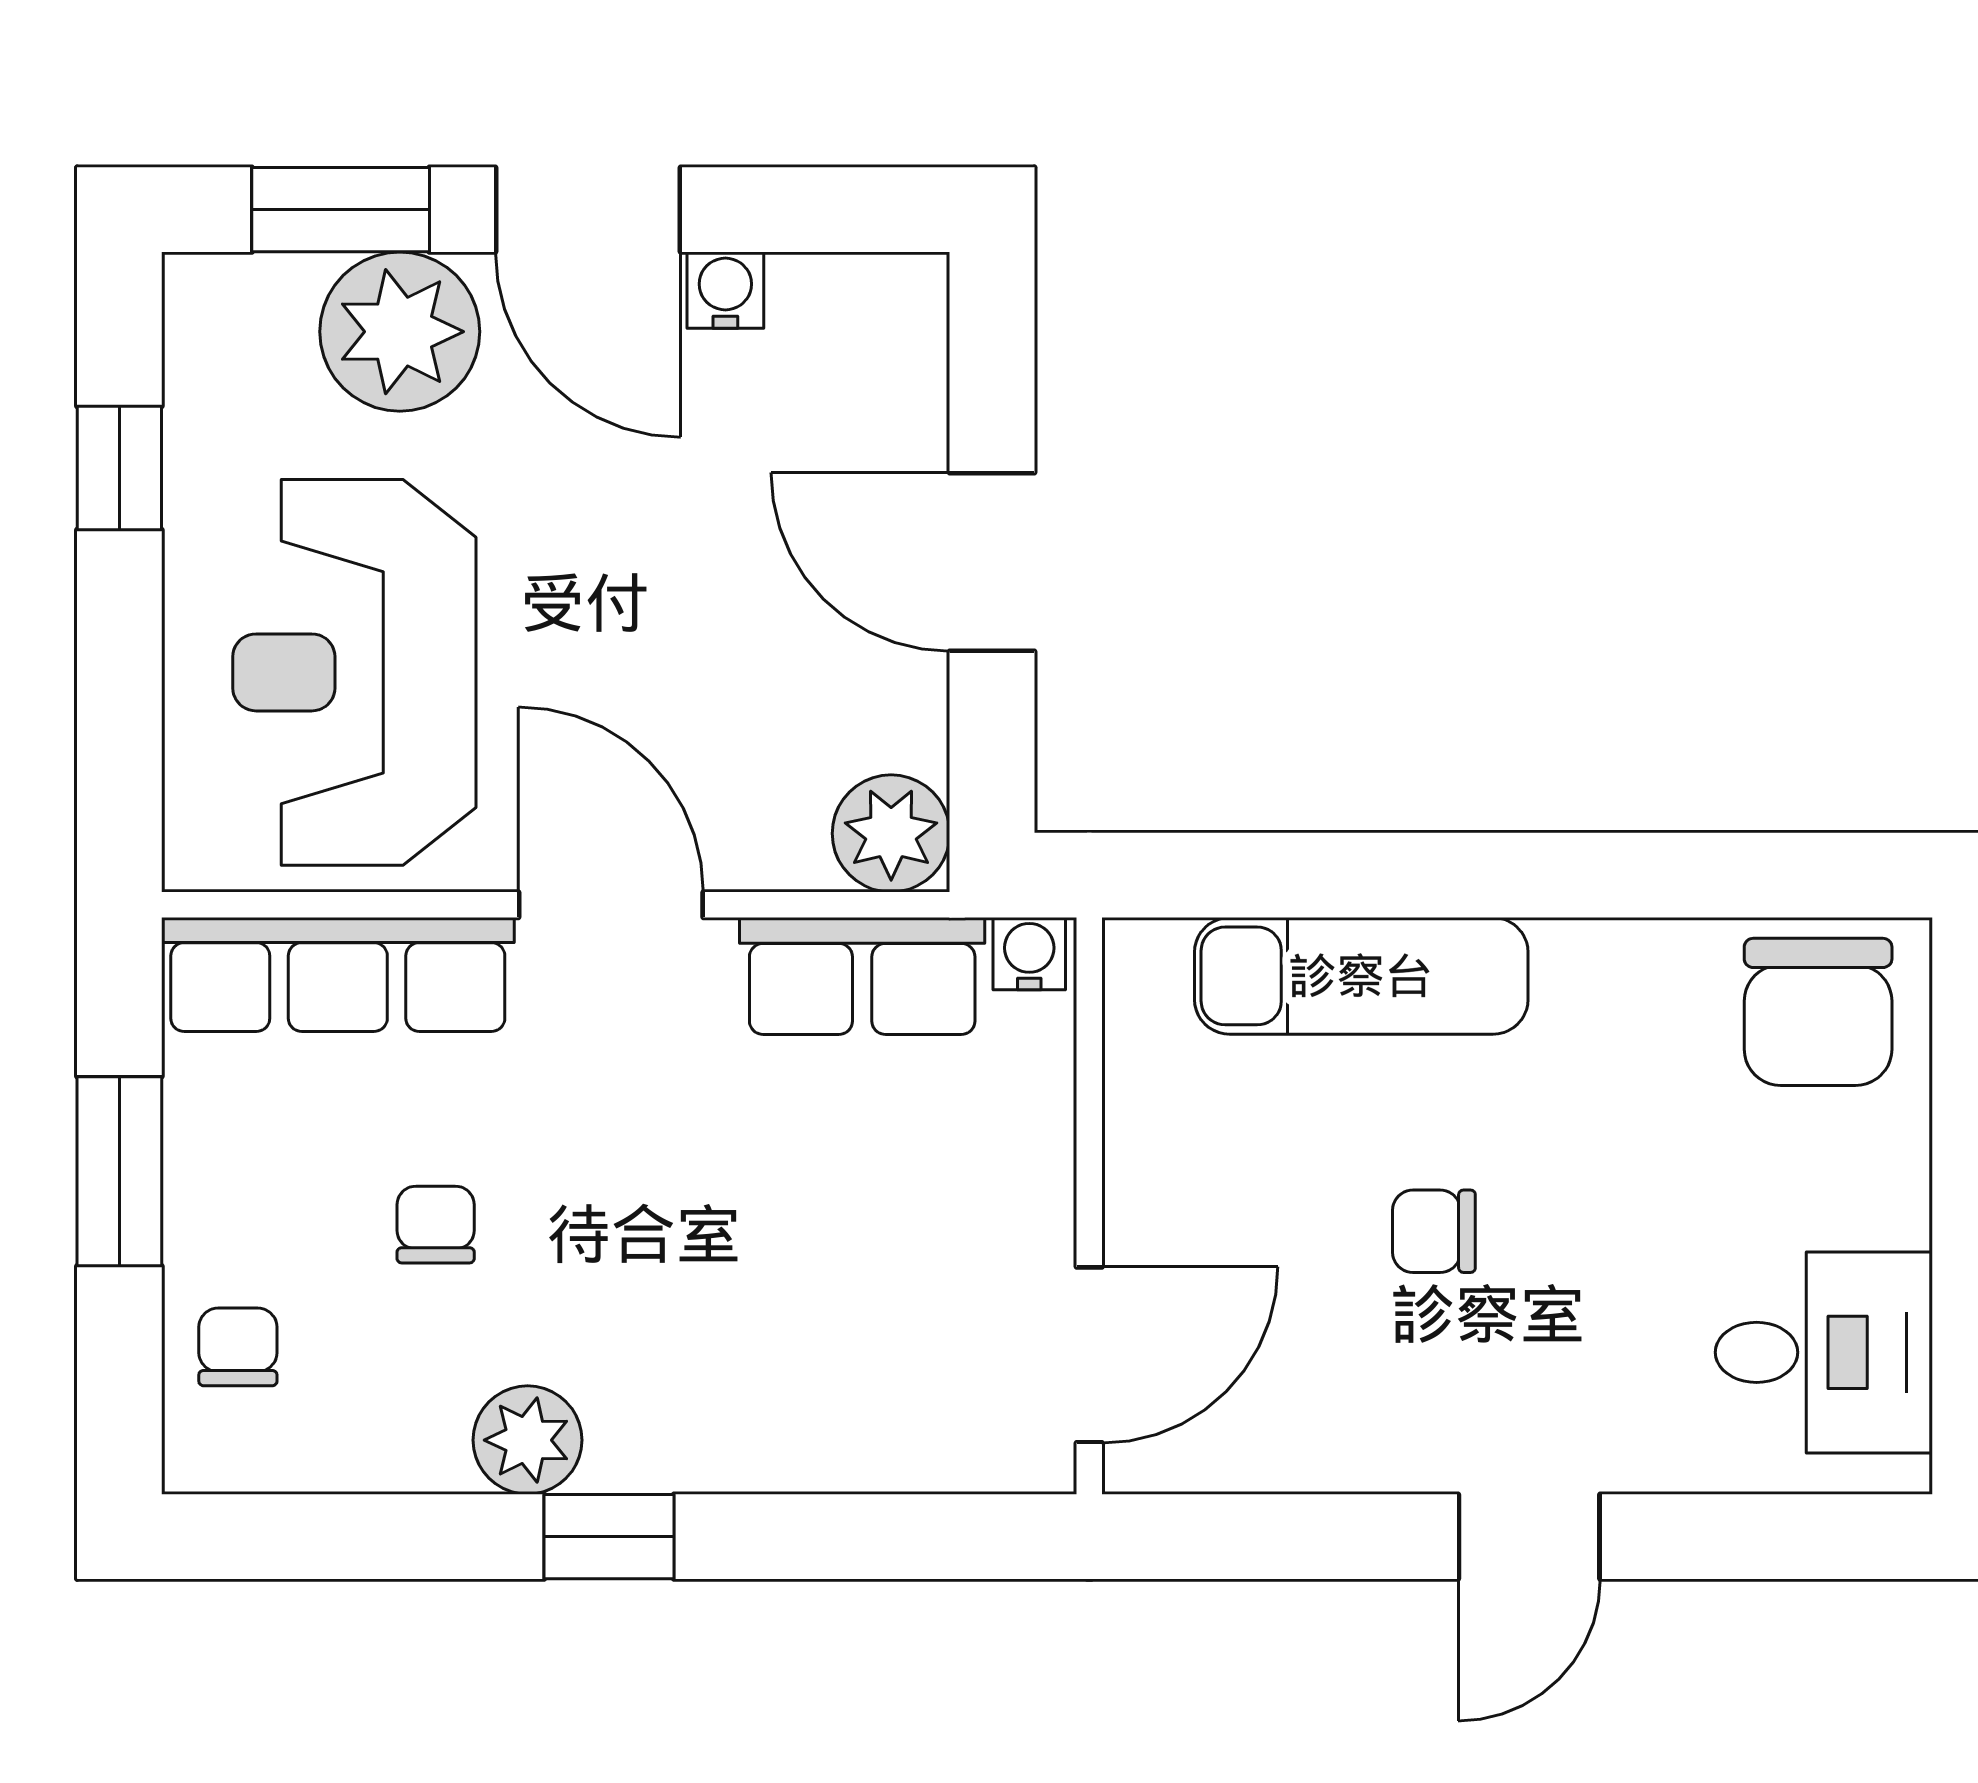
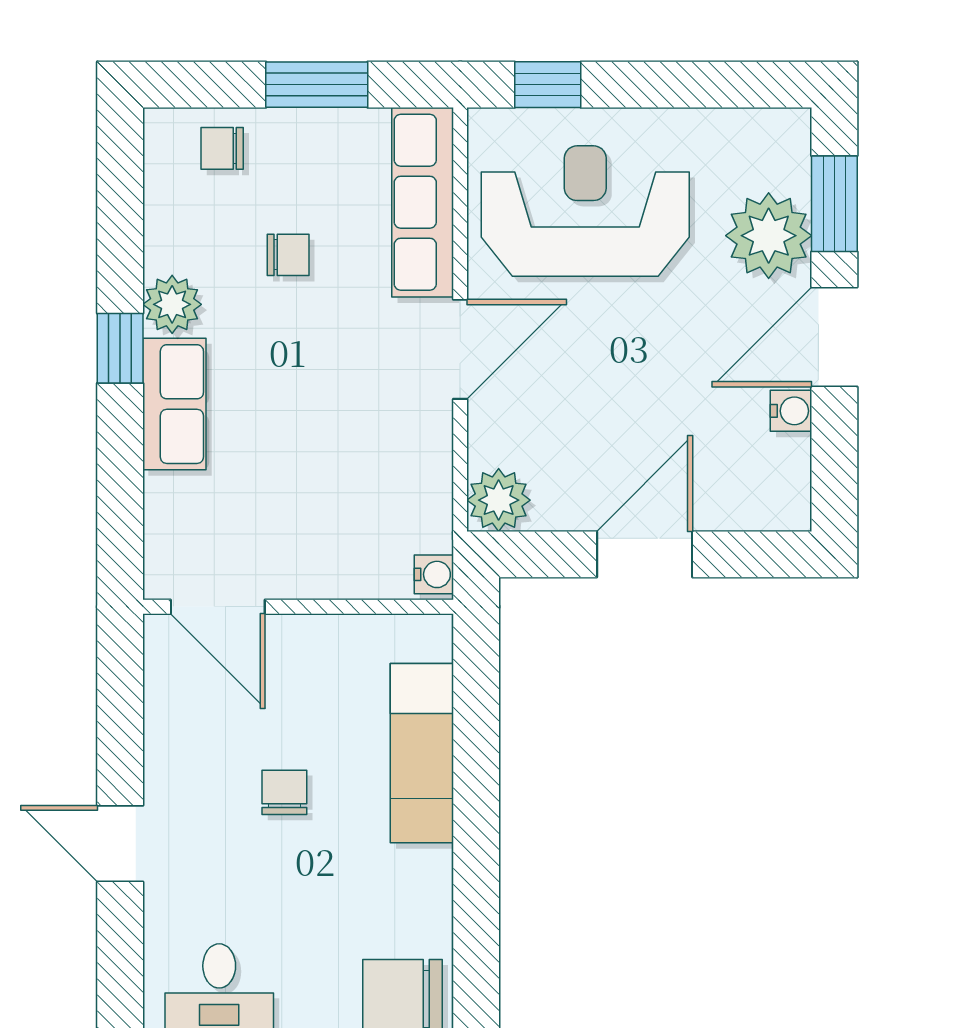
window: (119, 468) -> (548, 85), moved
row of seats: (862, 976) -> (174, 404), moved, turned 180
chair: (238, 1347) -> (222, 148), turned 180

